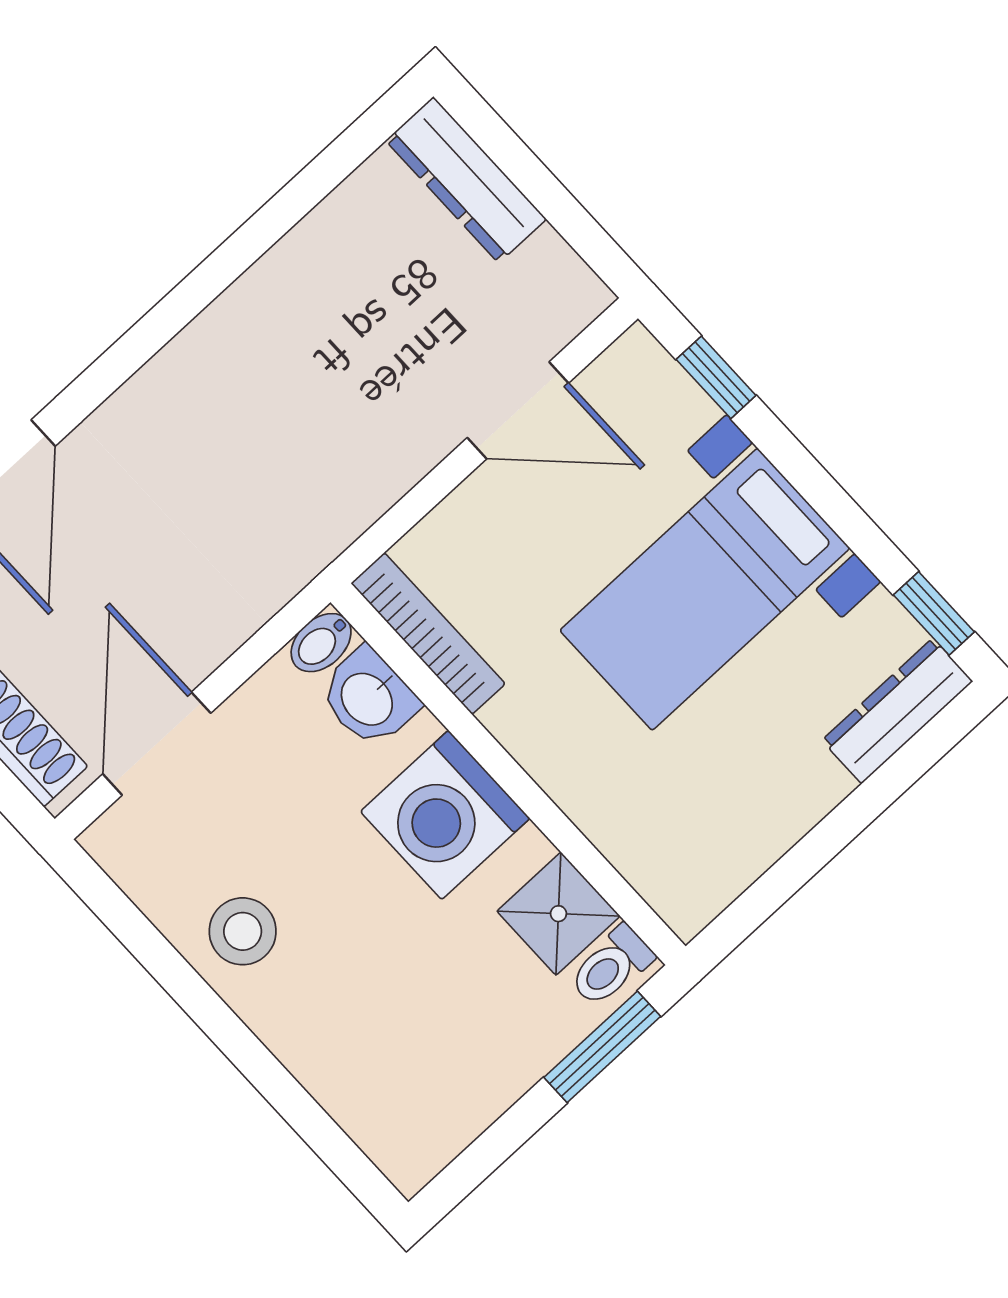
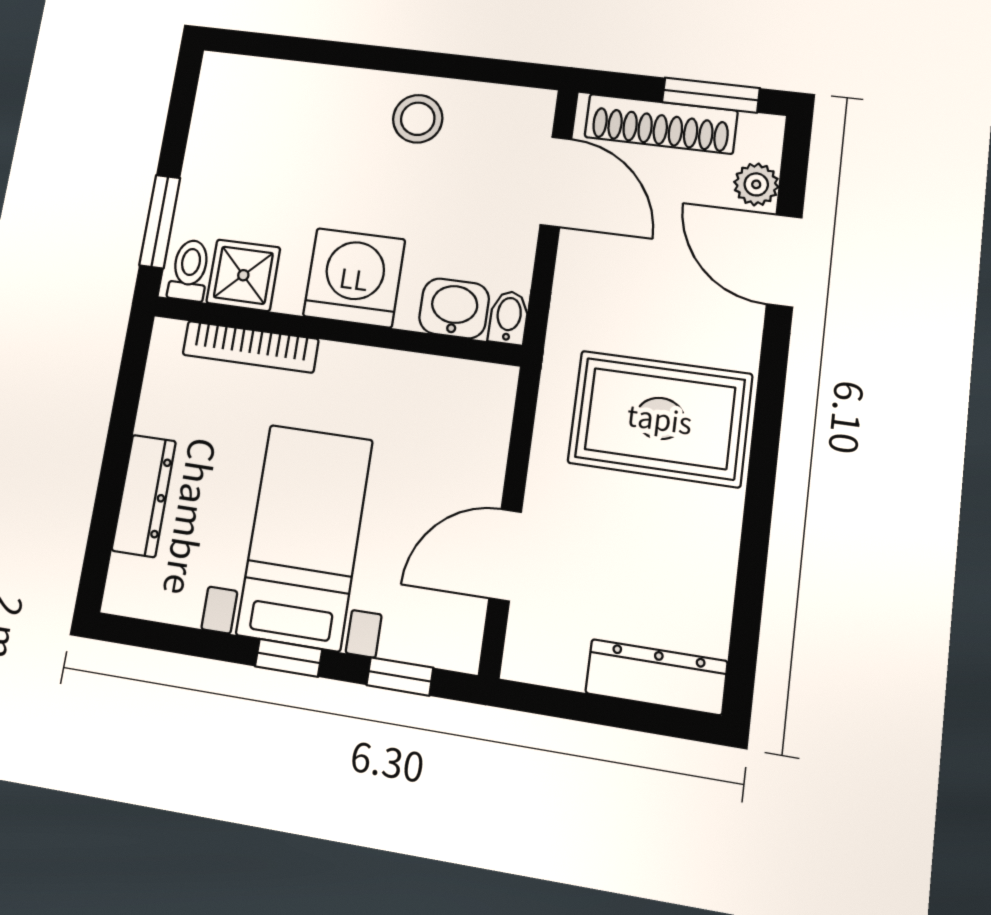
rug: (255, 419) -> (660, 418), added
window: (934, 613) -> (289, 658), moved
bookcase: (428, 634) -> (251, 347), moved
dresser: (897, 711) -> (144, 496), moved

